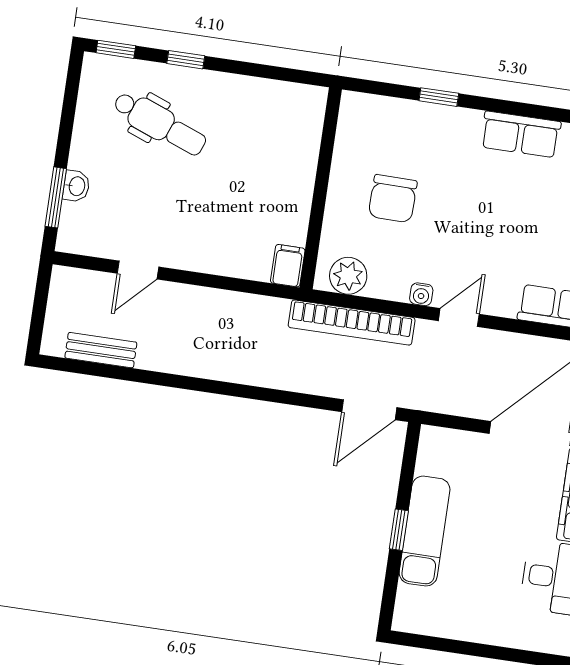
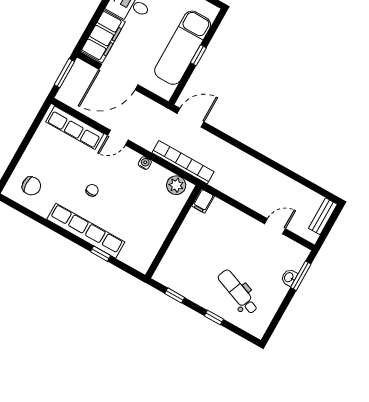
window: (116, 49) -> (175, 295), moved
row of seats: (521, 134) -> (86, 231), width x2.02
chair: (393, 199) -> (92, 190), moved, width x0.54, depth x0.54
door: (459, 317) -> (118, 138), moved
bench: (101, 350) -> (323, 216), moved, turned 90
exam couch: (425, 531) -> (183, 48), width x1.36, depth x1.45

